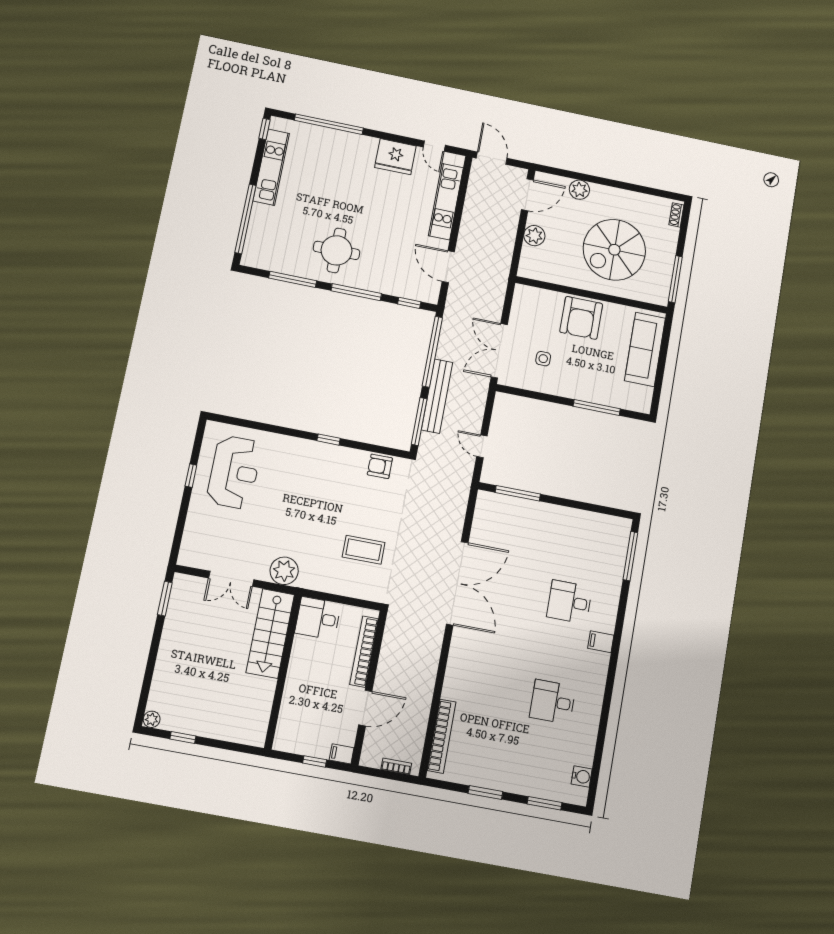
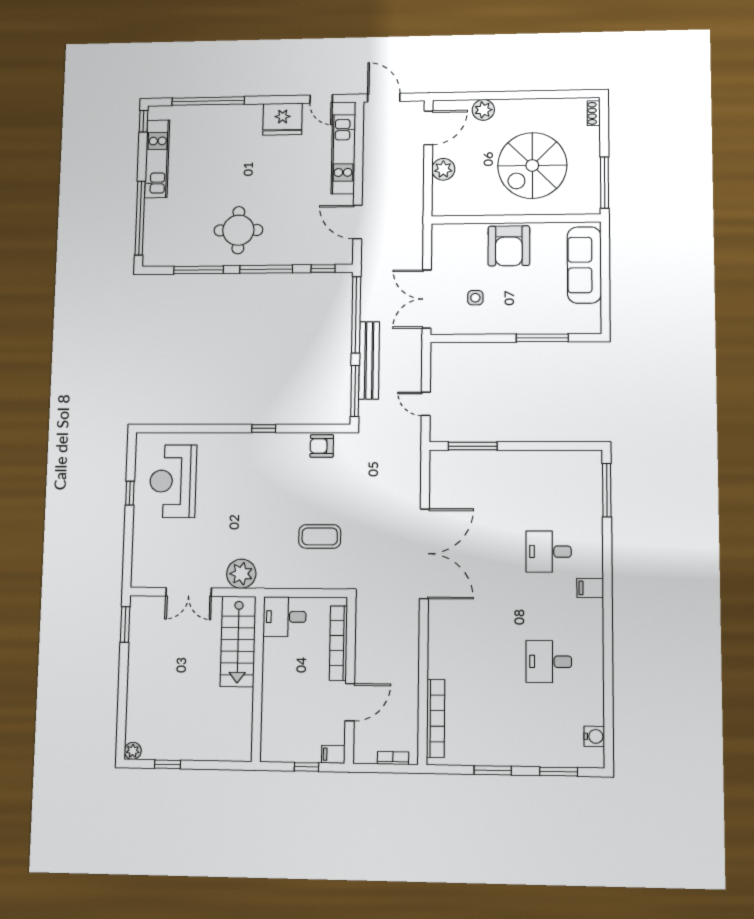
reception desk: (234, 472) -> (173, 481), turned 180

